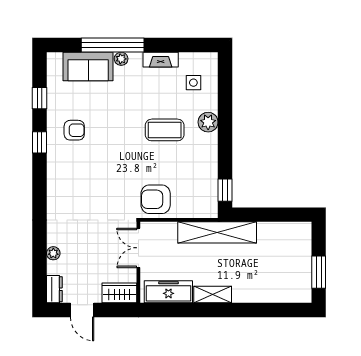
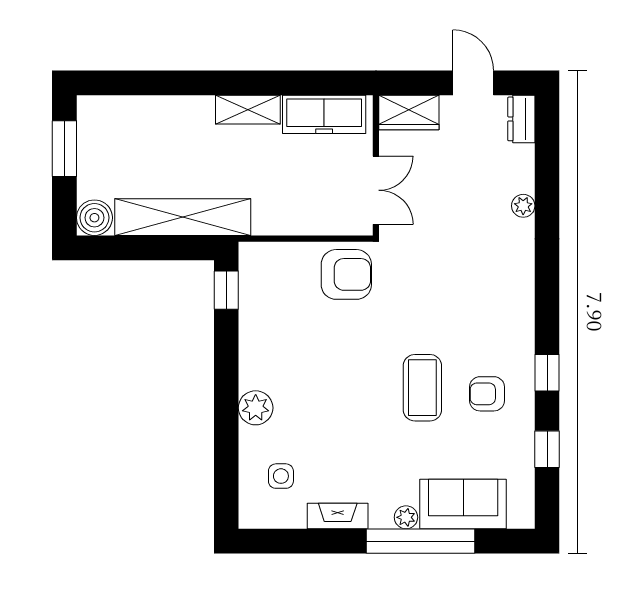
coffee table: (165, 130) -> (422, 388), moved, turned 90
shelving: (217, 232) -> (183, 217), moved
boiler: (301, 232) -> (94, 218), added
plant: (53, 253) -> (523, 206), moved

